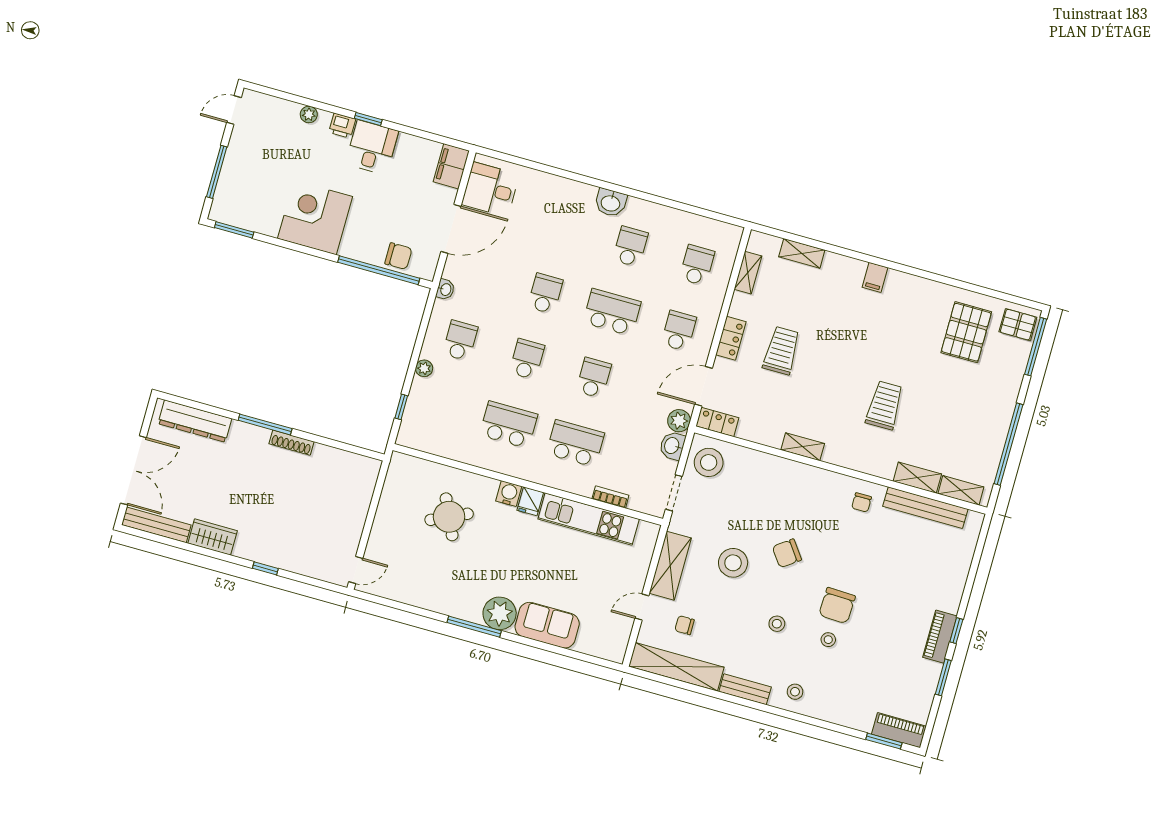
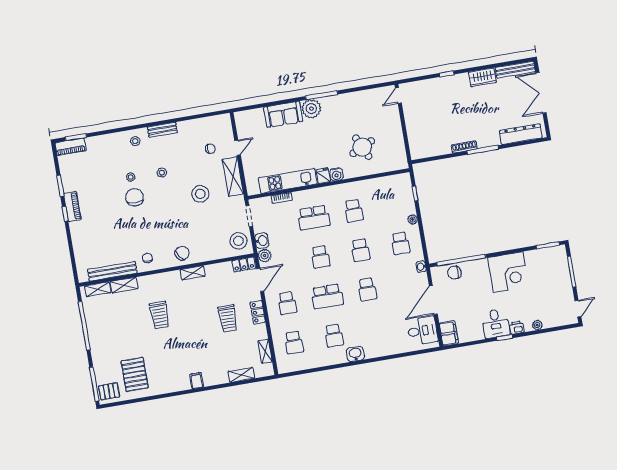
school desk: (509, 425) -> (354, 211), width x0.54
chair: (787, 553) -> (182, 253), moved
shelving: (676, 667) -> (204, 125), removed

